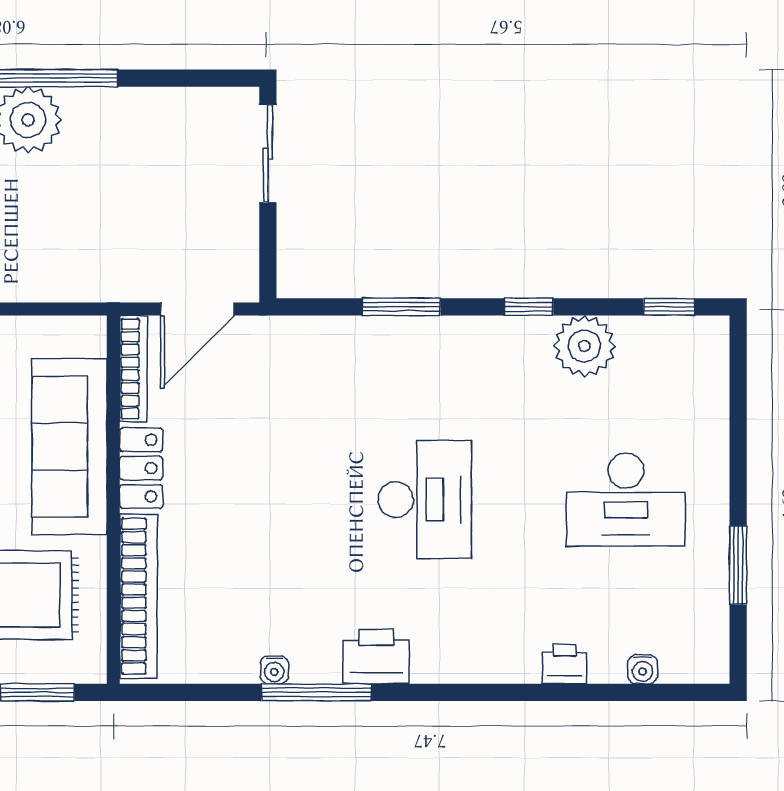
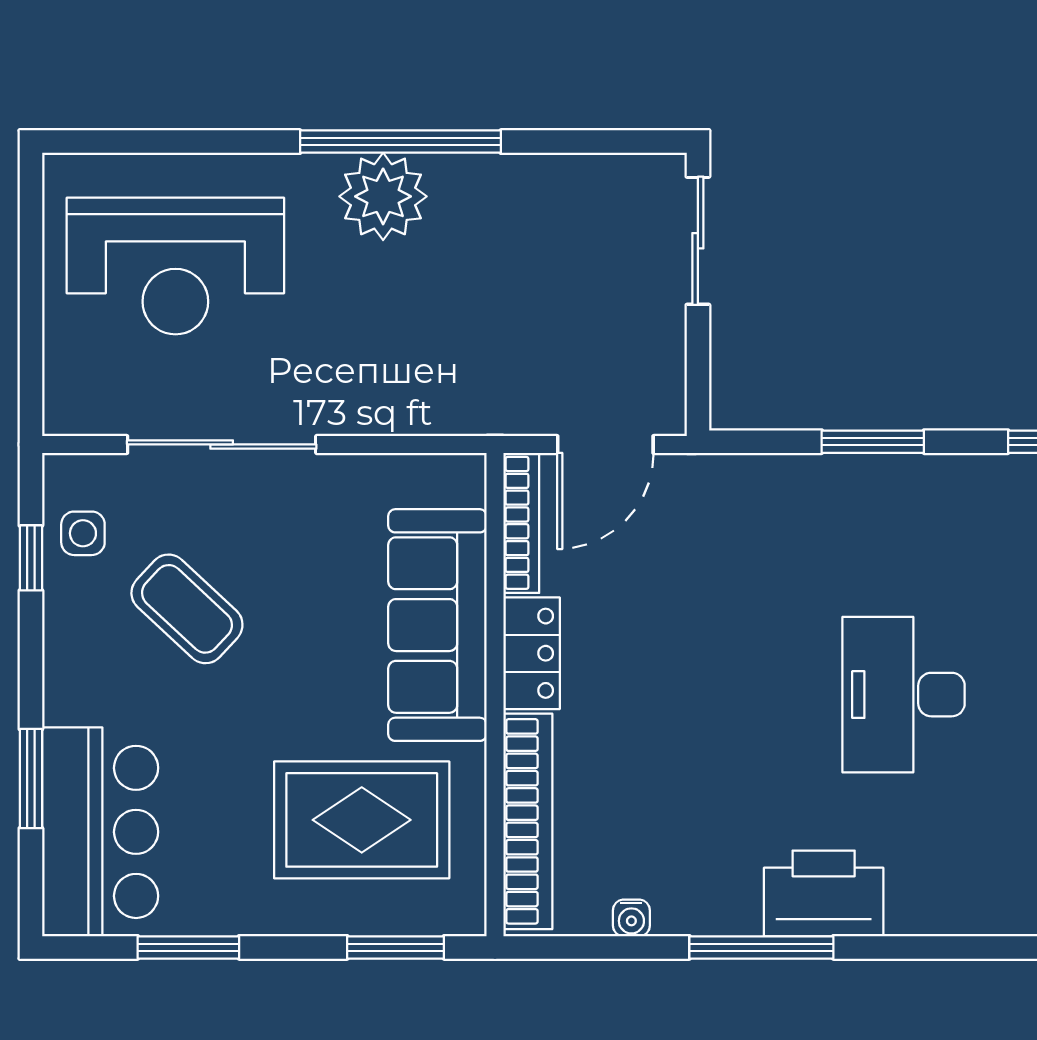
desk: (425, 500) -> (904, 695), turned 180
printer: (376, 656) -> (824, 893), width x1.37, depth x1.19
water cooler: (274, 670) -> (631, 918), moved

